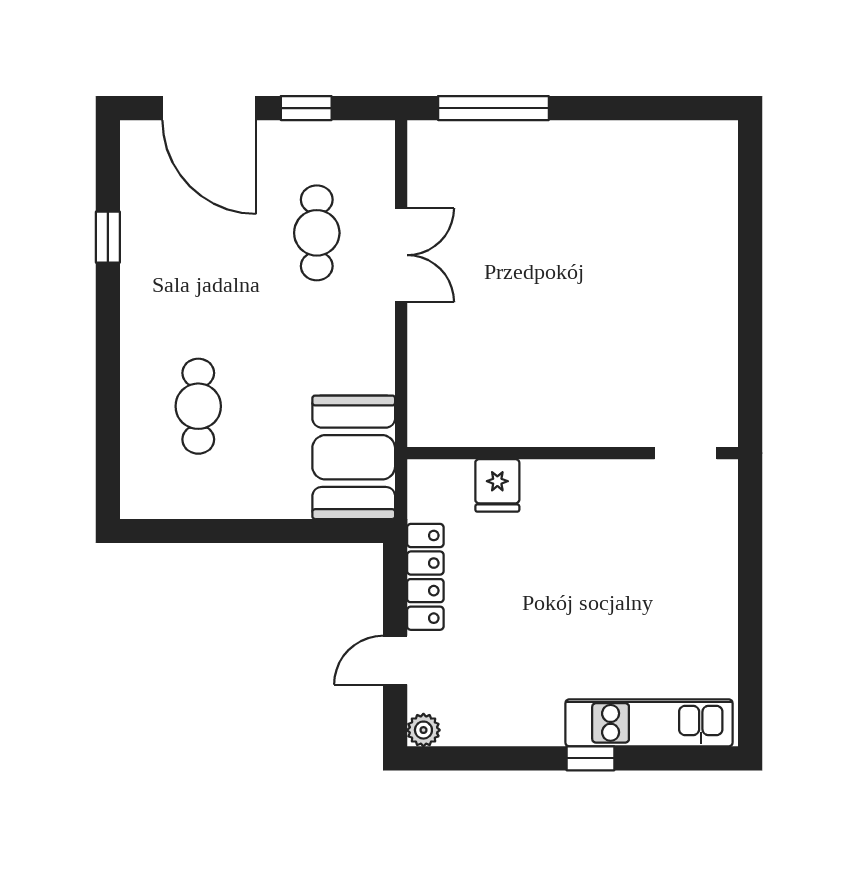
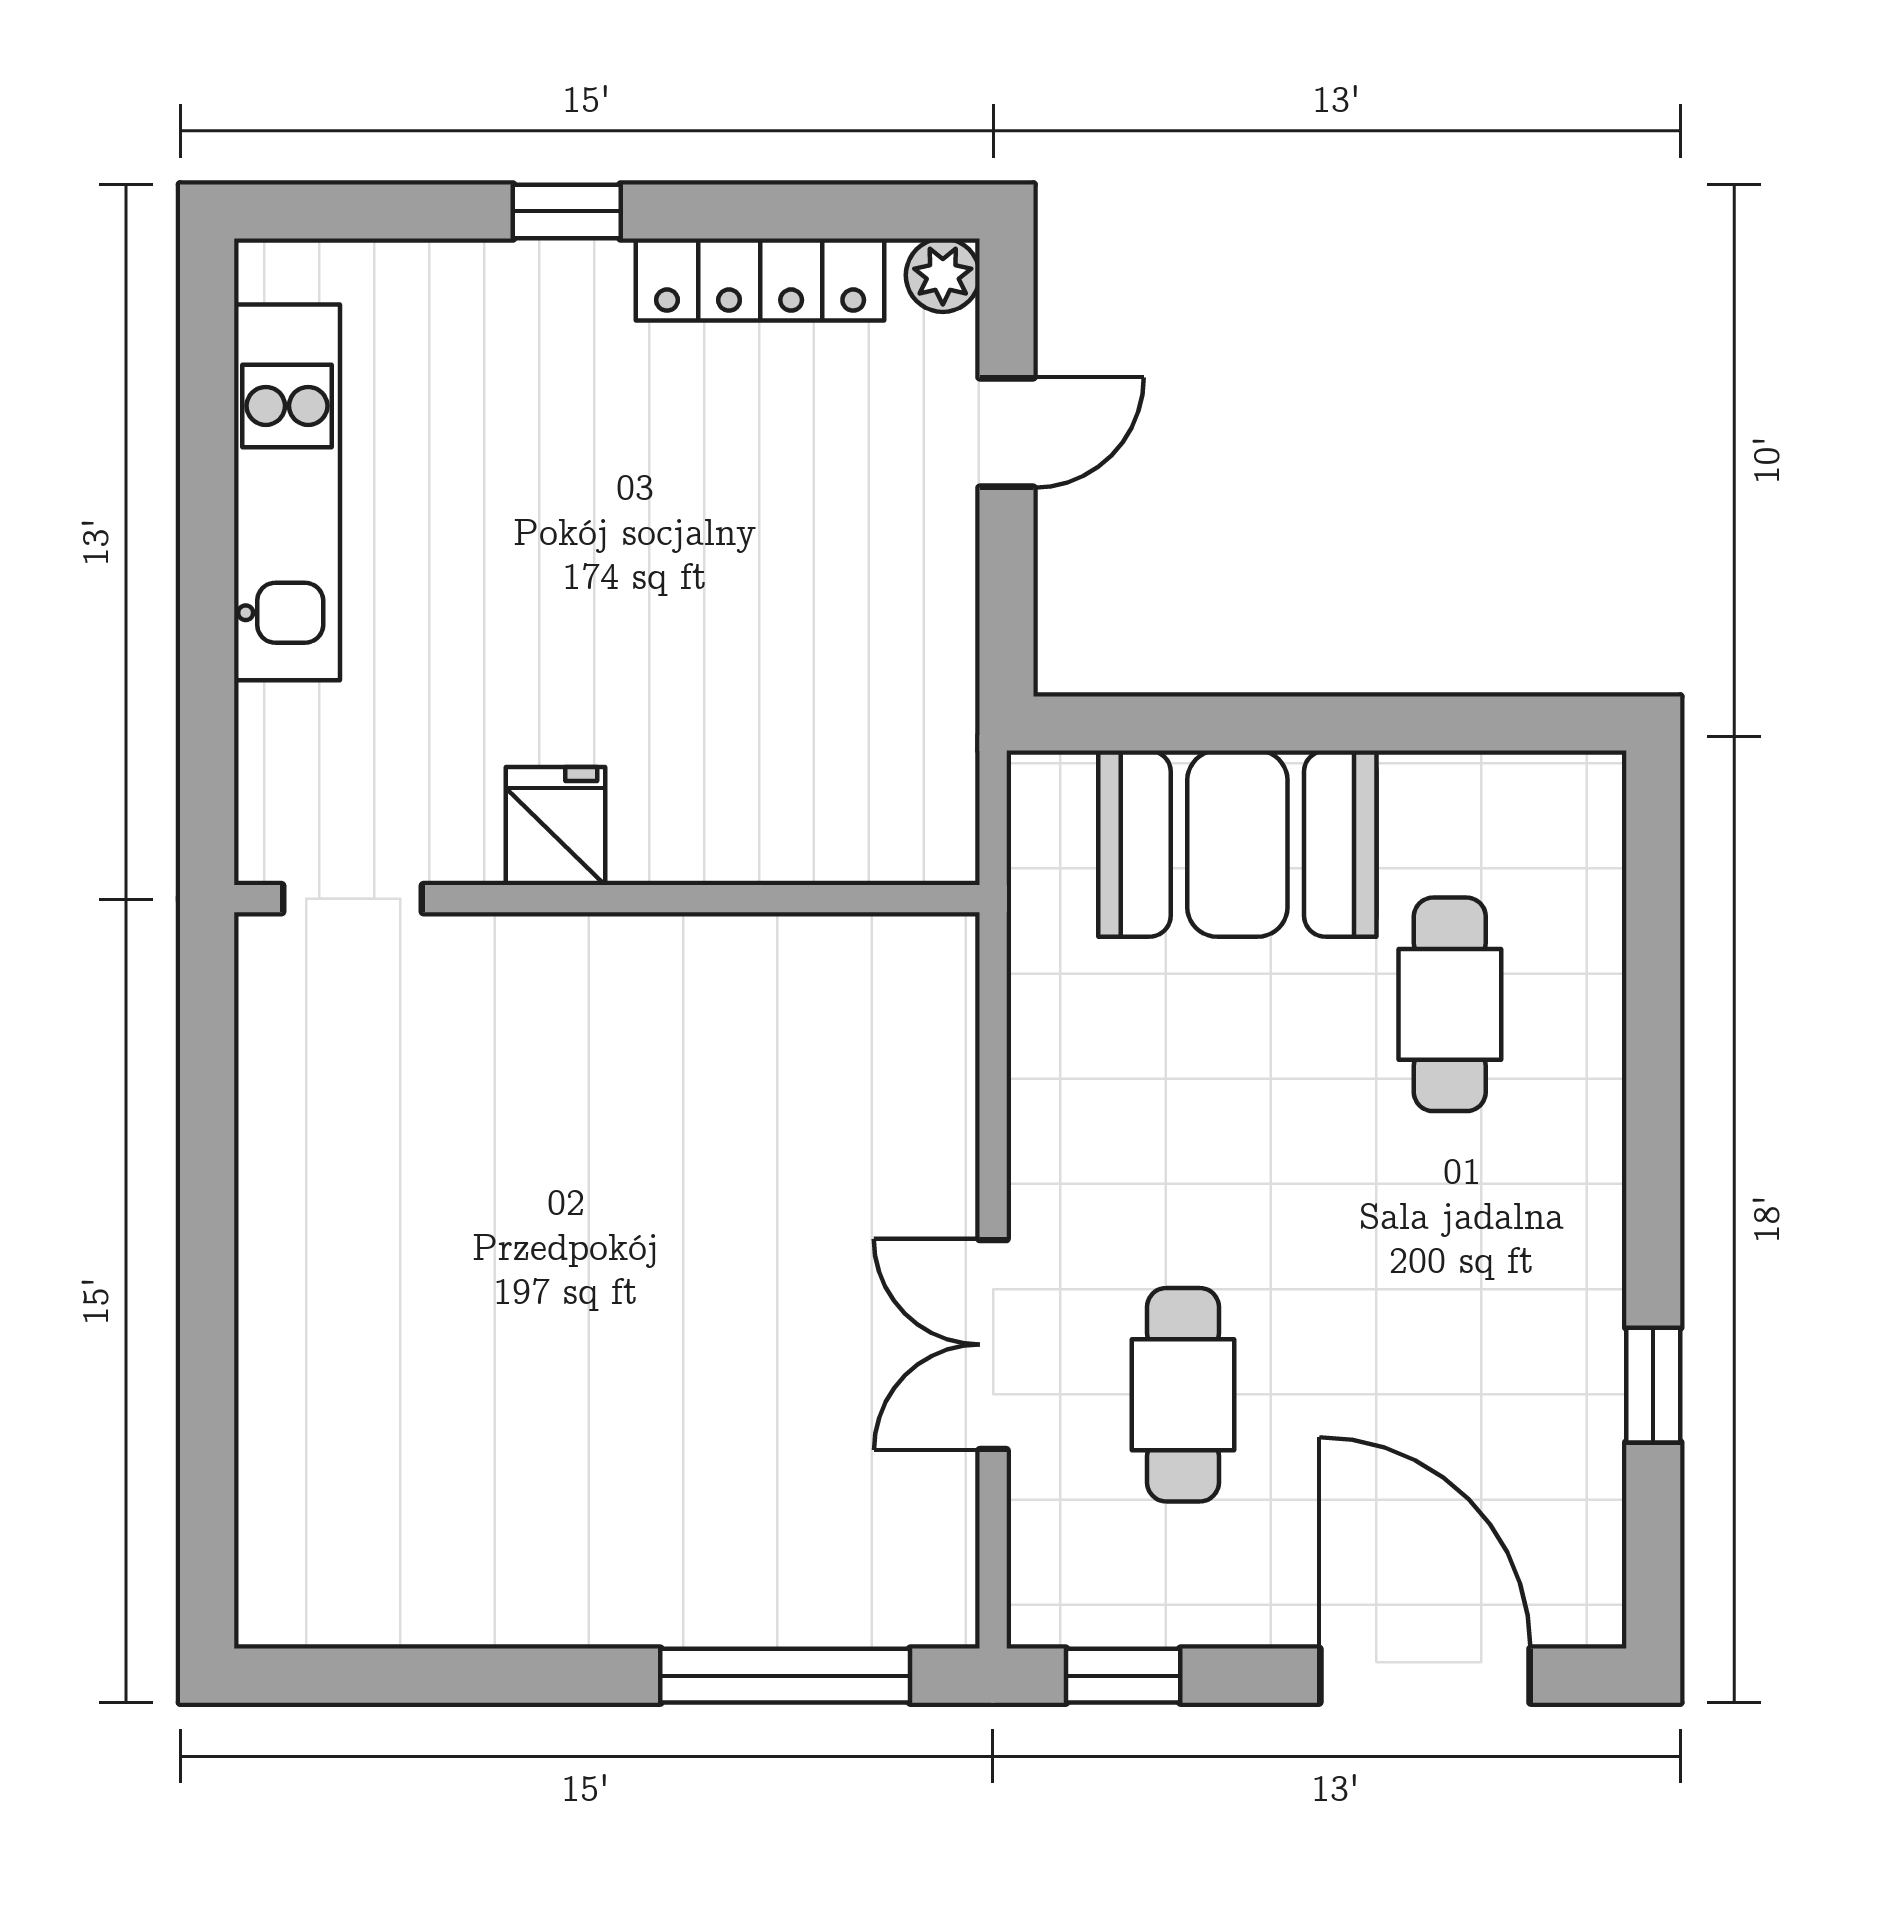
window: (306, 108) -> (1123, 1676), moved
booth: (354, 457) -> (1237, 844), moved, turned 90
fridge: (497, 485) -> (556, 826), moved
locker: (425, 577) -> (760, 280), moved, turned -90
kitchen unit: (649, 723) -> (287, 492), moved, turned -90

